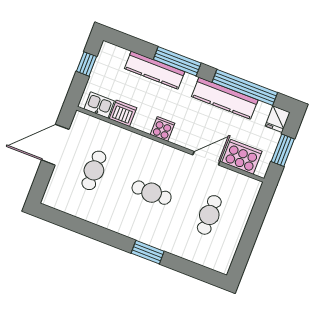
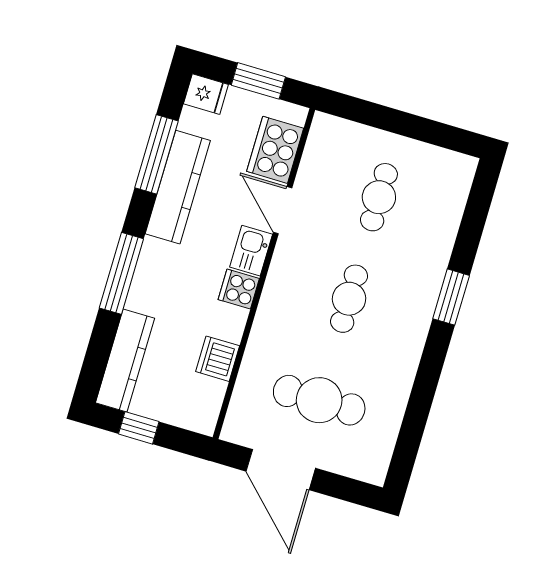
kitchen counter: (155, 70) -> (125, 361), moved
window: (245, 87) -> (156, 154), width x0.68
kitchen sink: (99, 105) -> (251, 251), moved
cafe table: (94, 170) -> (319, 400), width x1.37, depth x1.35
cafe table: (209, 215) -> (379, 197), turned 90

